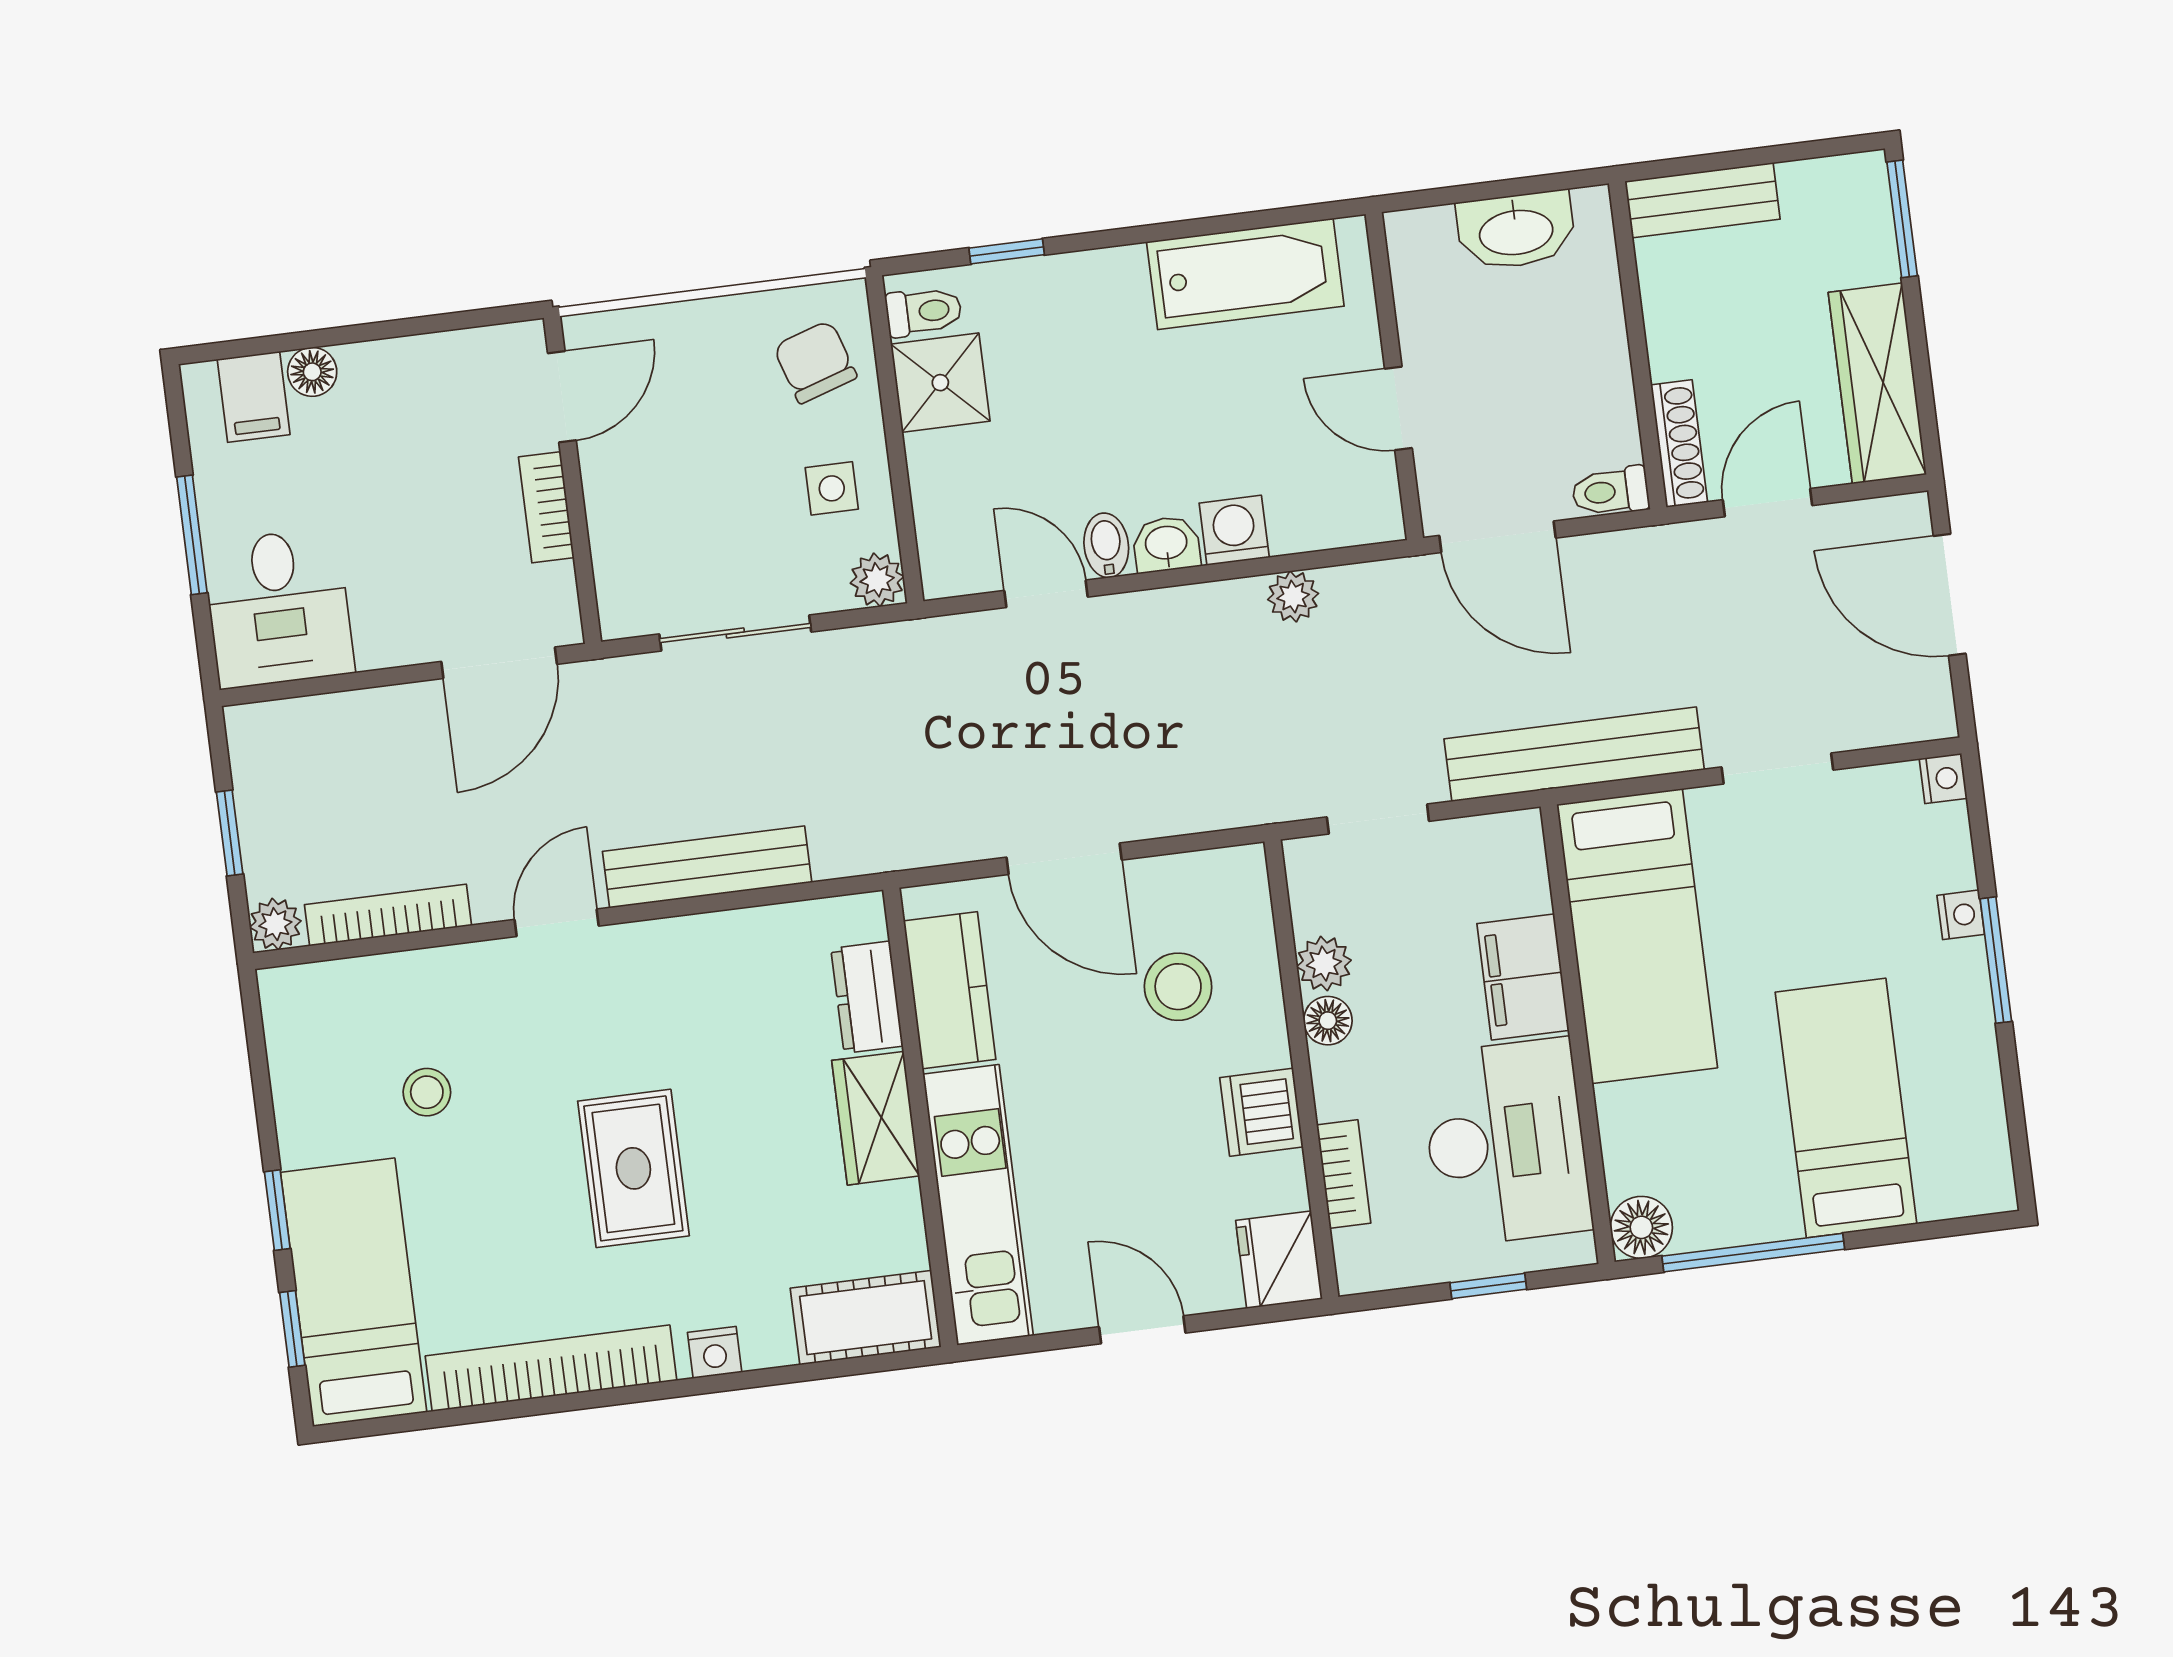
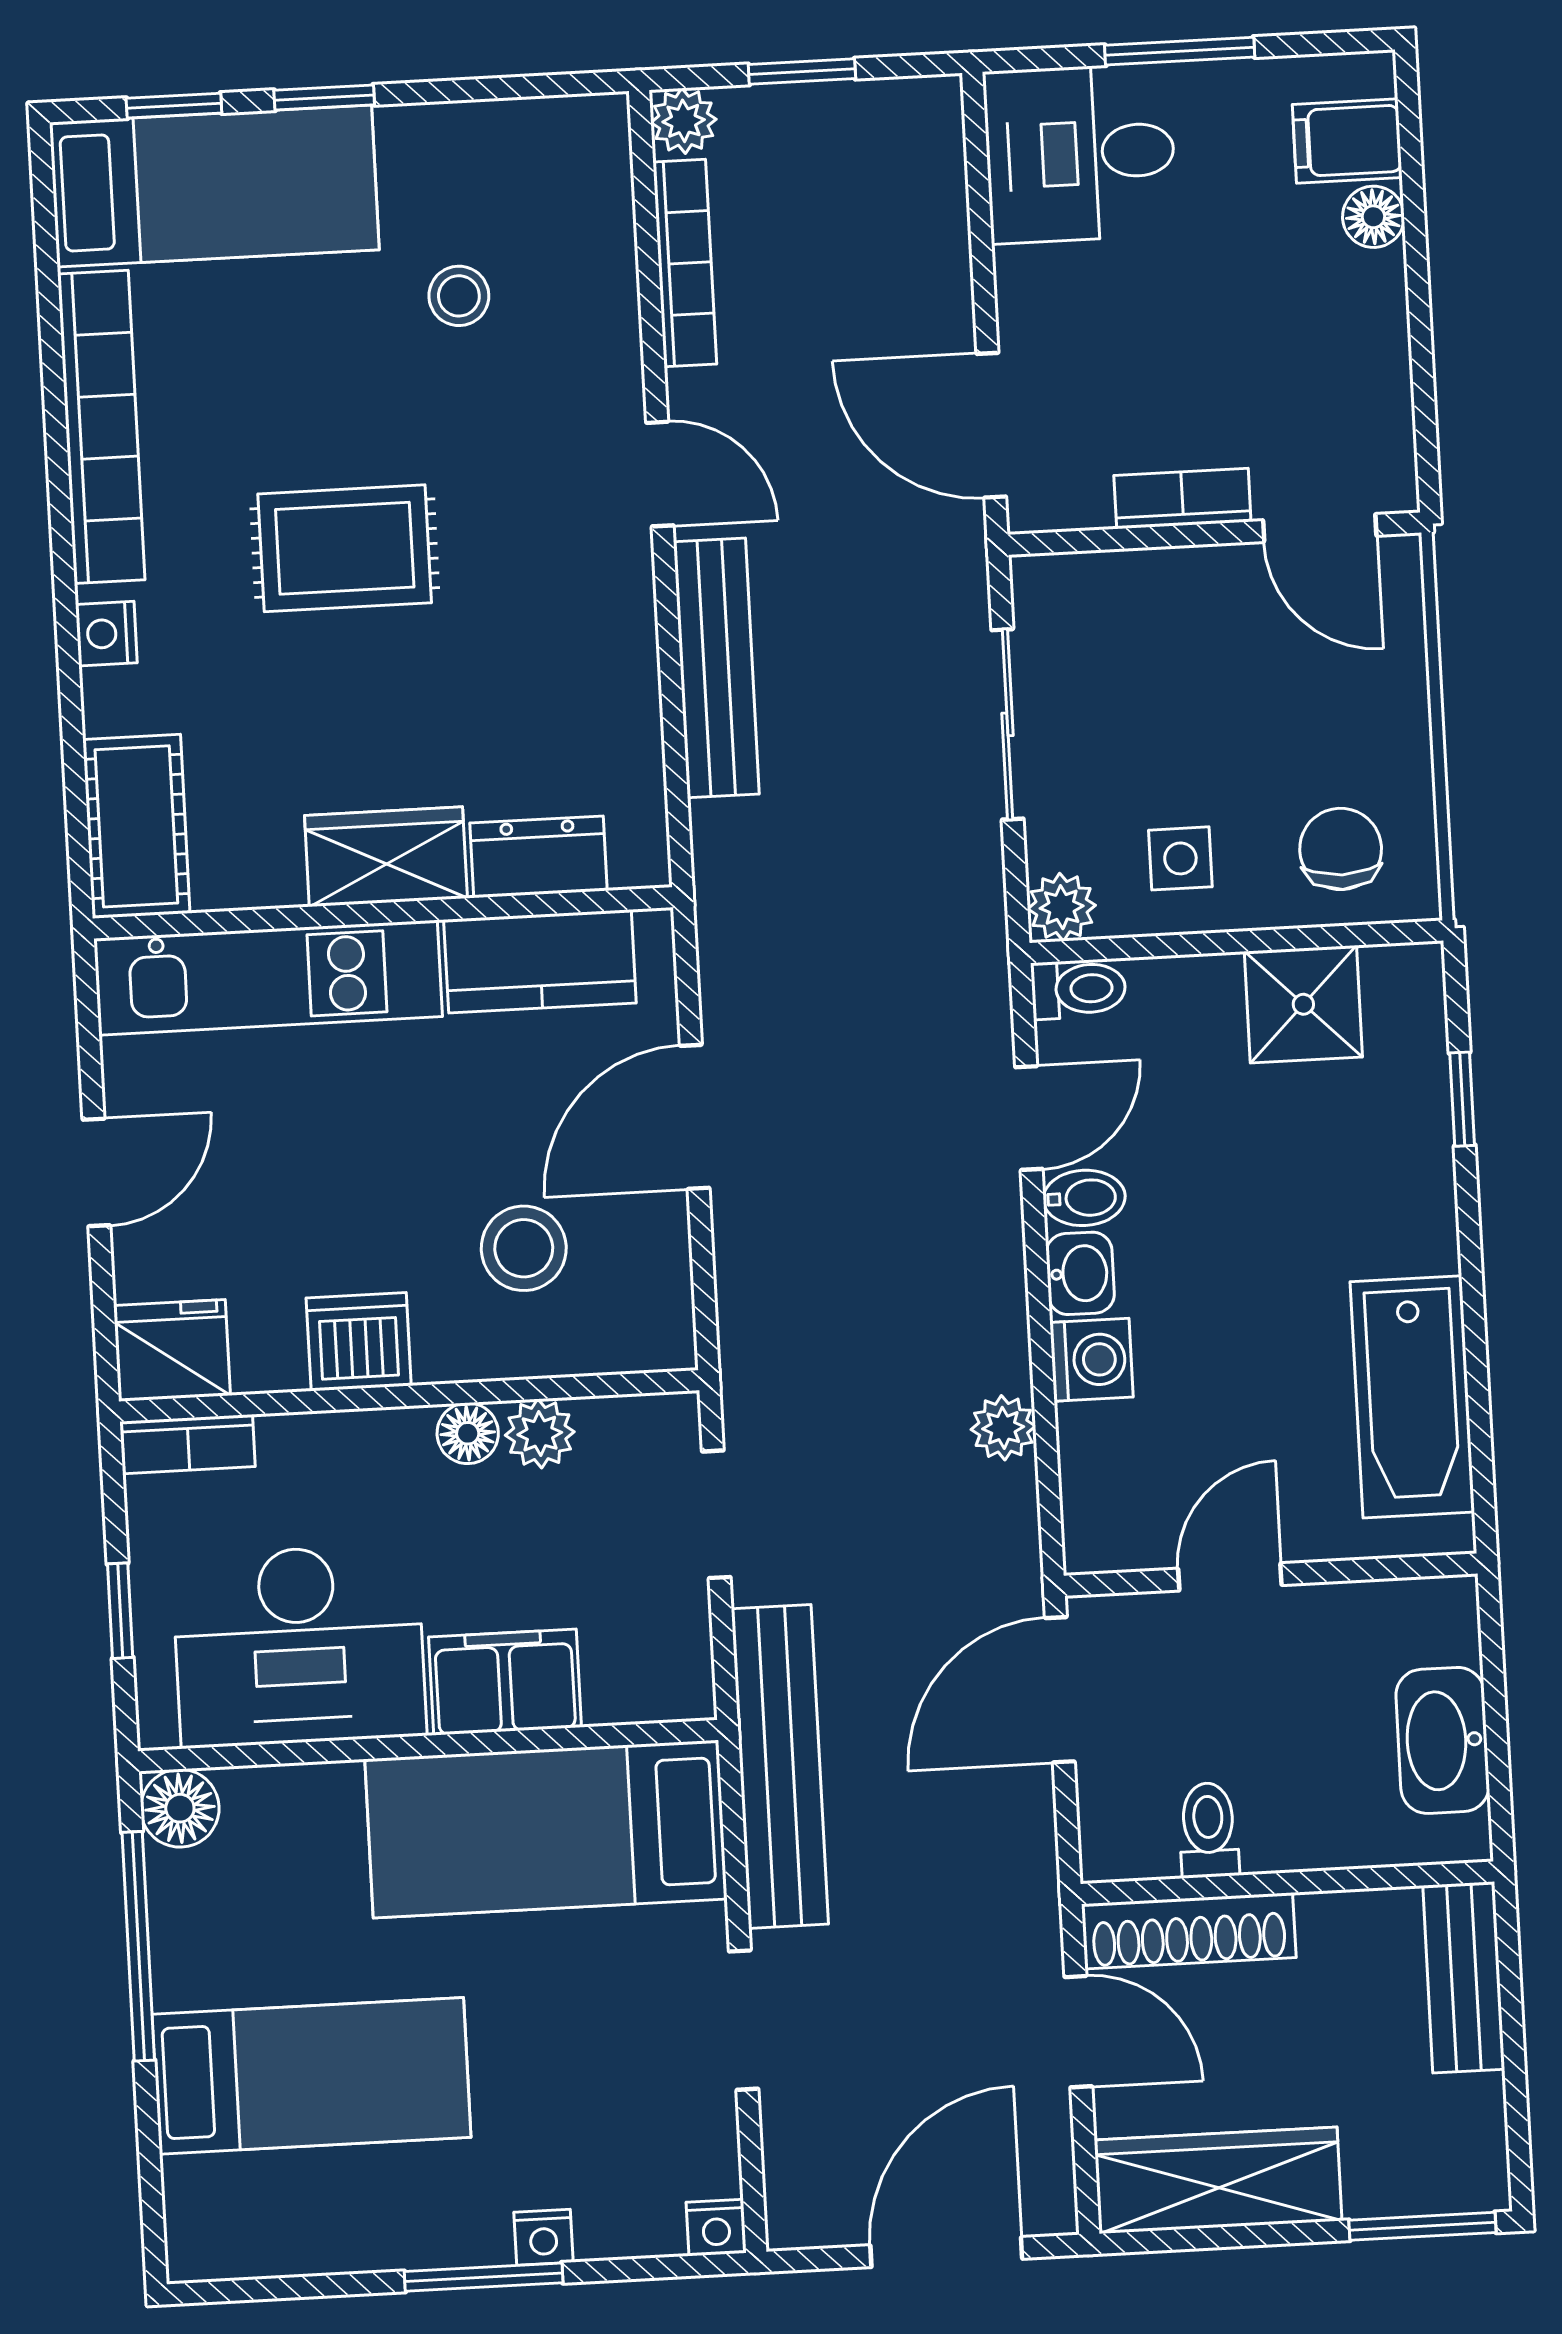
toilet: (924, 312) -> (1078, 989), moved, turned -90
chair: (815, 362) -> (1341, 849), turned -72
shoe rack: (1679, 444) -> (1189, 1931), width x1.36, depth x1.24
toilet: (1610, 491) -> (1209, 1830), moved
bookcase: (1344, 1174) -> (188, 1444), moved

